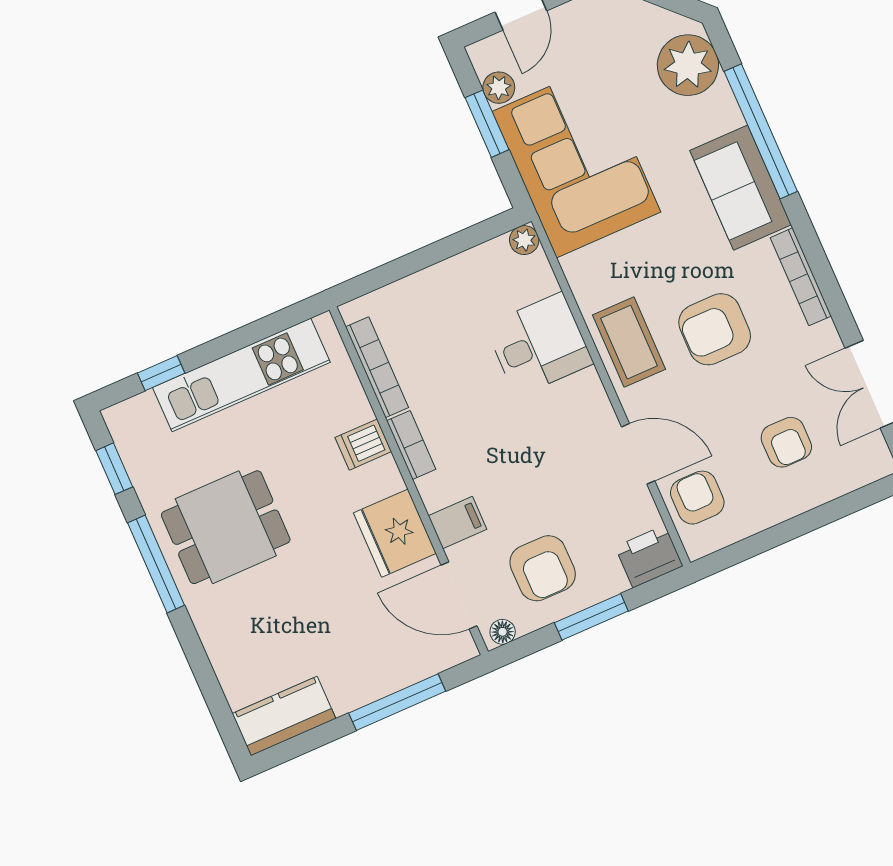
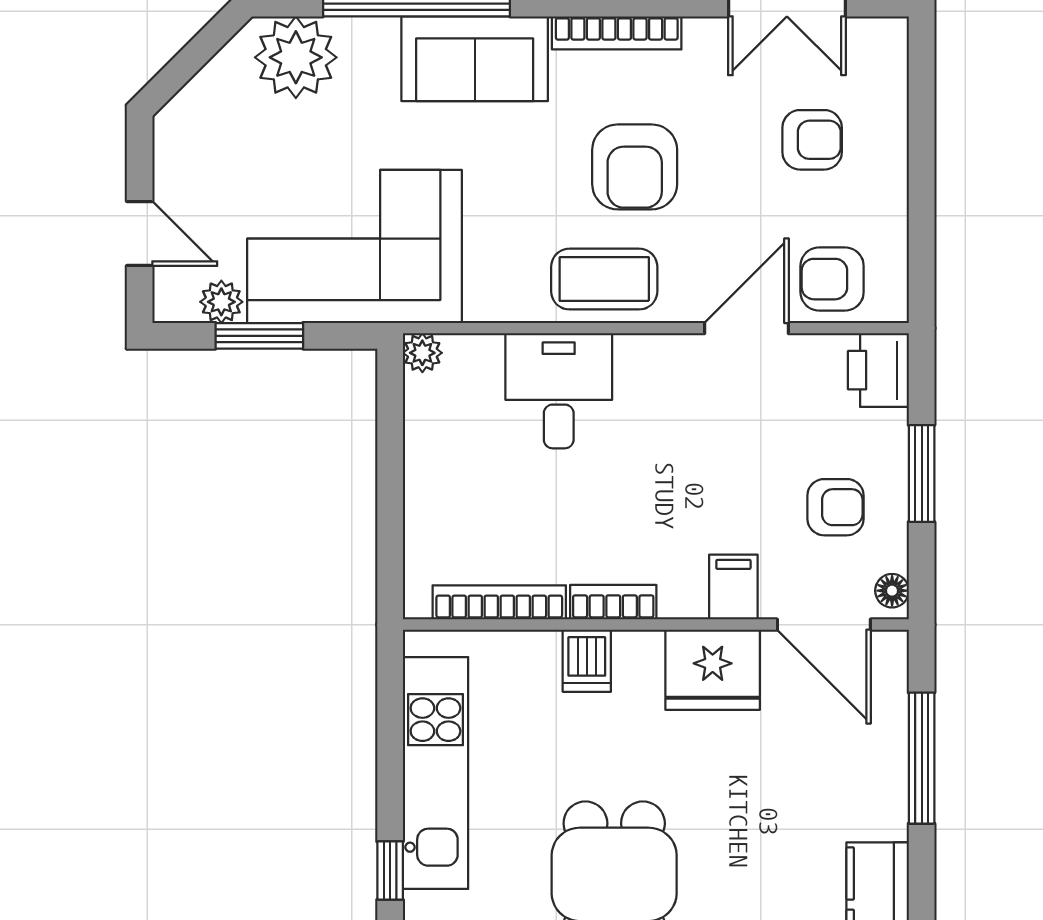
armchair: (543, 568) -> (836, 507), width x0.72, depth x0.72
door: (459, 595) -> (824, 625), hinge flipped

